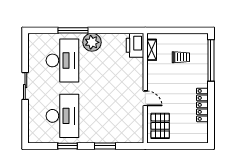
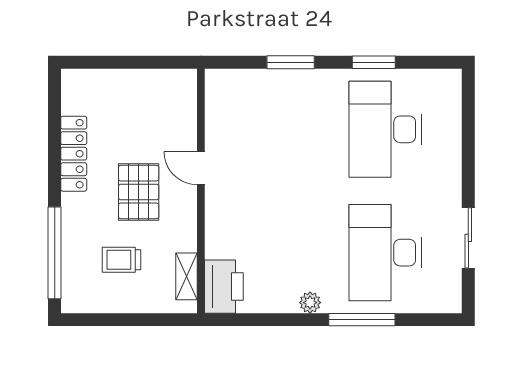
plant: (92, 42) -> (310, 303), width x0.53, depth x0.53
sliding door: (25, 86) -> (468, 238), moved
pallet: (160, 126) -> (139, 192), moved

